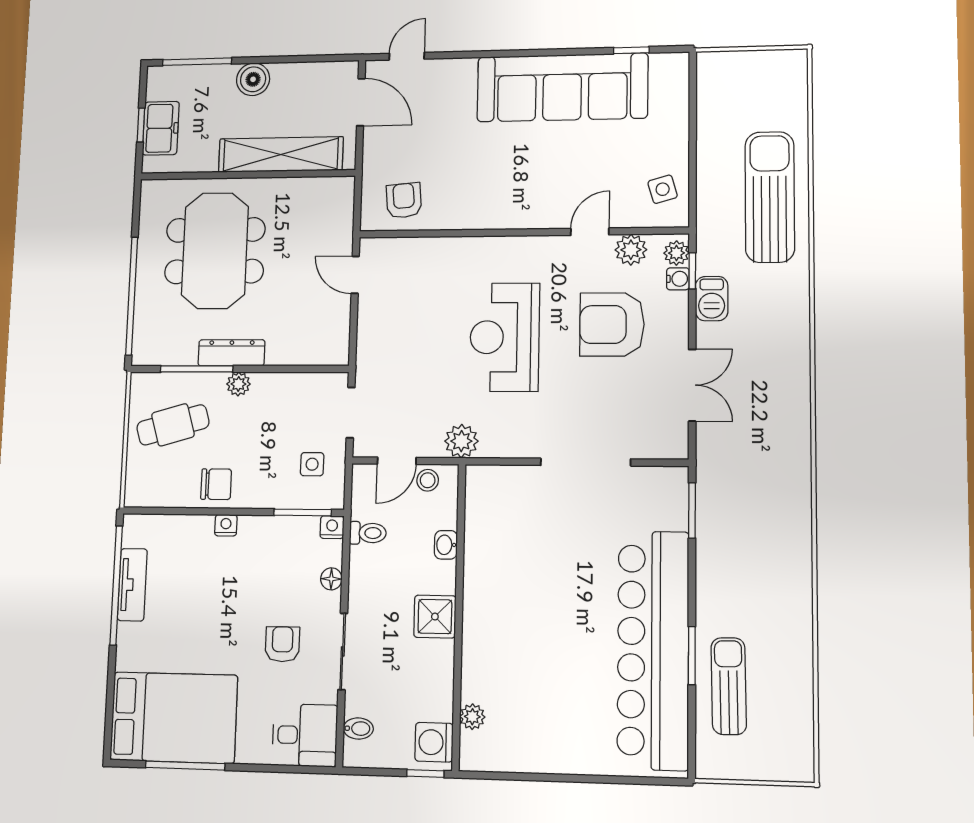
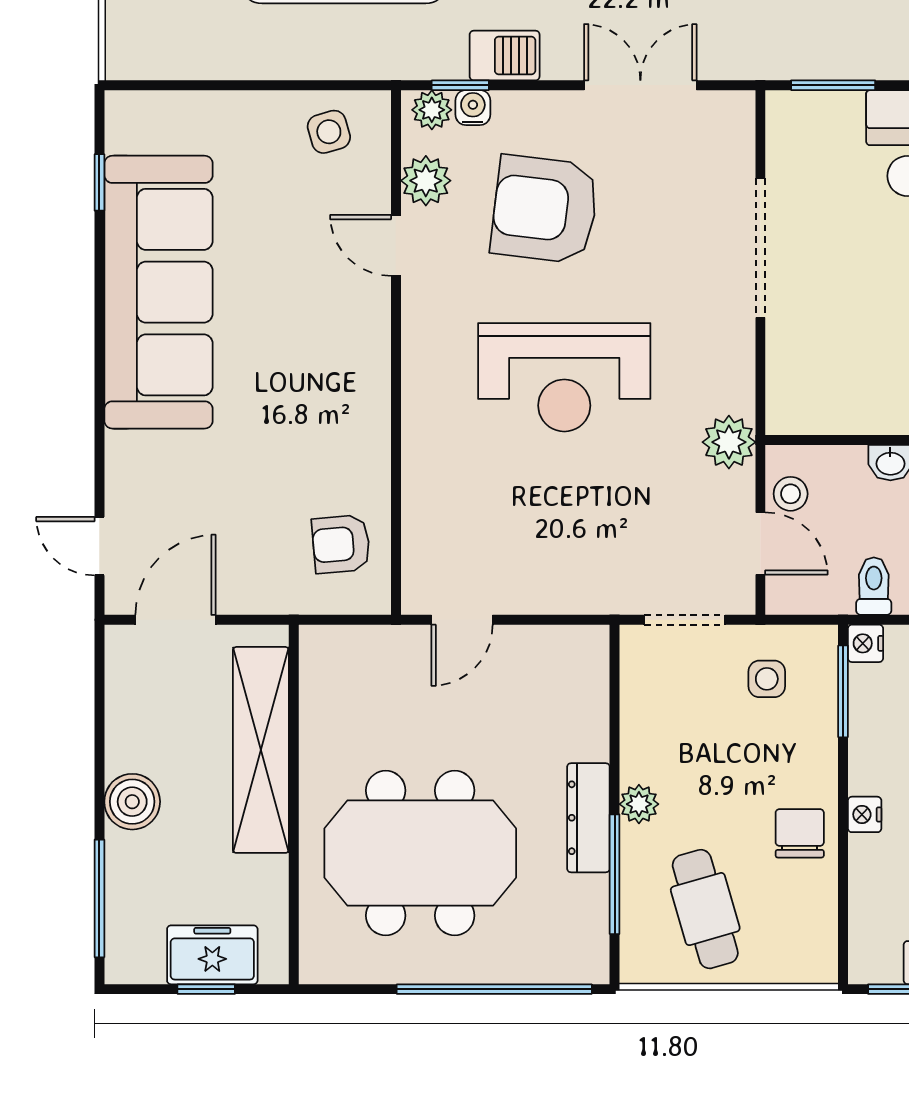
armchair: (612, 324) -> (545, 209), turned 97

